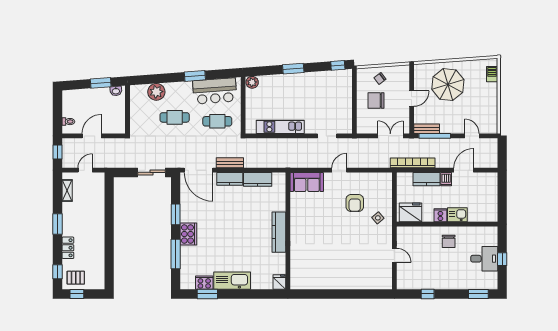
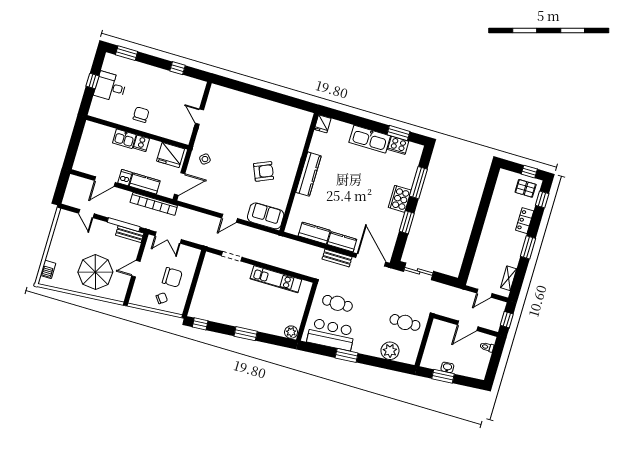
washbasin: (116, 91) -> (447, 367), moved
cafe table: (175, 117) -> (405, 322), moved
door: (394, 188) -> (180, 184), added
armchair: (355, 203) -> (264, 171), moved, turned 67

